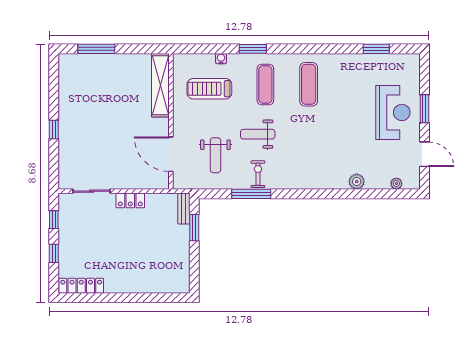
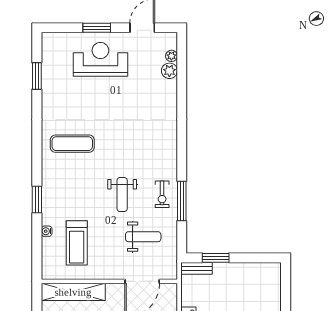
exercise mat: (265, 85) -> (72, 187), removed
exercise bike: (258, 174) -> (162, 194), turned -90
plant: (357, 182) -> (169, 71), moved

